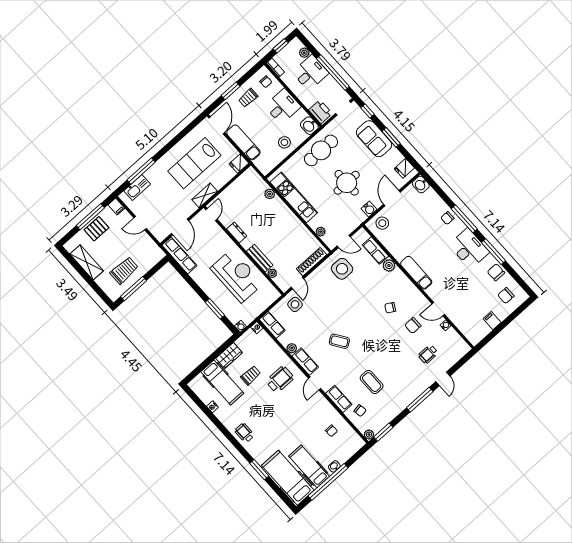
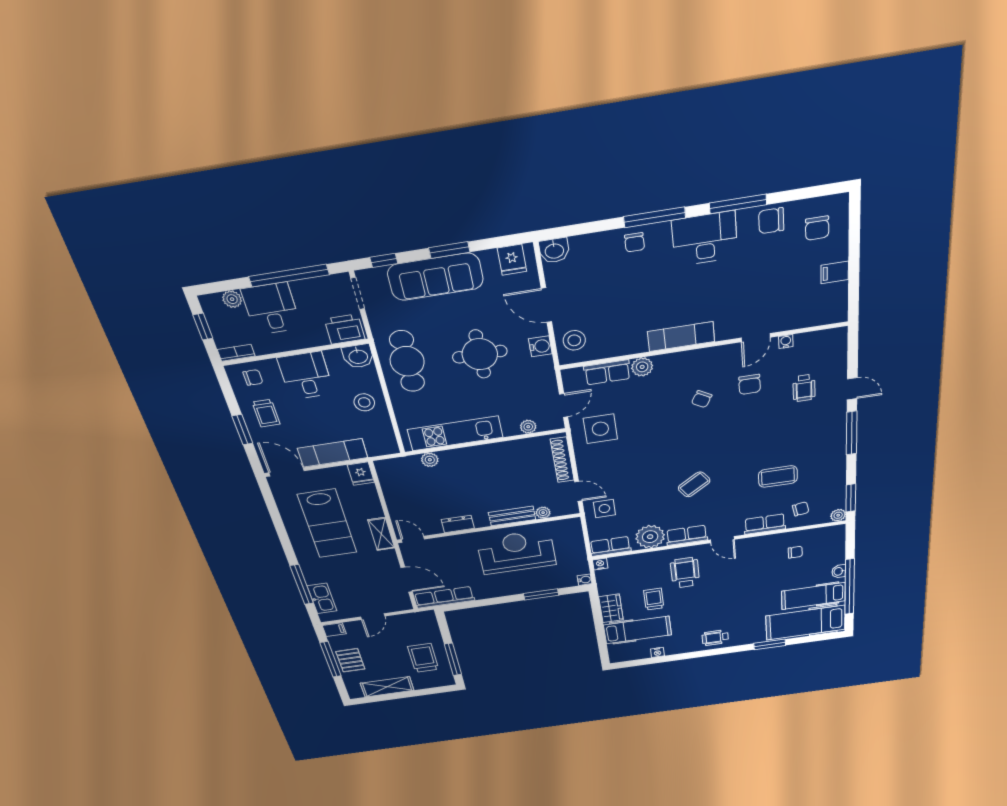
sofa: (374, 139) -> (435, 277), width x1.36
plant: (292, 348) -> (650, 537), width x1.87, depth x1.87

